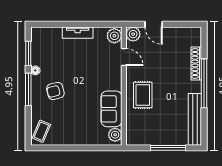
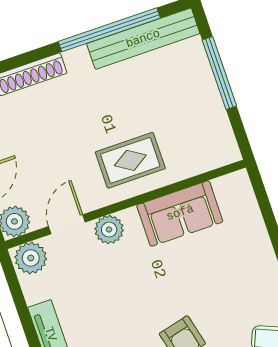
window: (204, 83) -> (109, 30), moved
plant: (115, 135) -> (109, 230), moved

